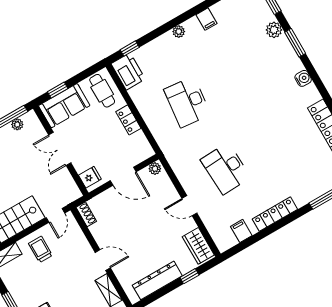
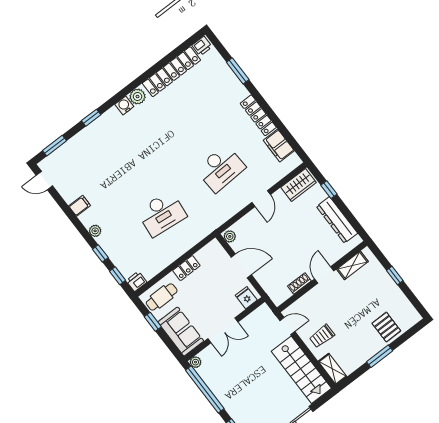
plant: (274, 30) -> (138, 97), moved
window: (155, 34) -> (100, 253), added
window: (295, 43) -> (91, 118), width x0.67
printer: (128, 71) -> (136, 281), width x0.53, depth x0.68
window: (58, 90) -> (153, 322), moved
plant: (17, 124) -> (195, 362), moved
door: (123, 176) -> (241, 266), hinge flipped
shoe rack: (86, 214) -> (299, 283), moved
filing cabinet: (241, 231) -> (279, 146), width x2.00

